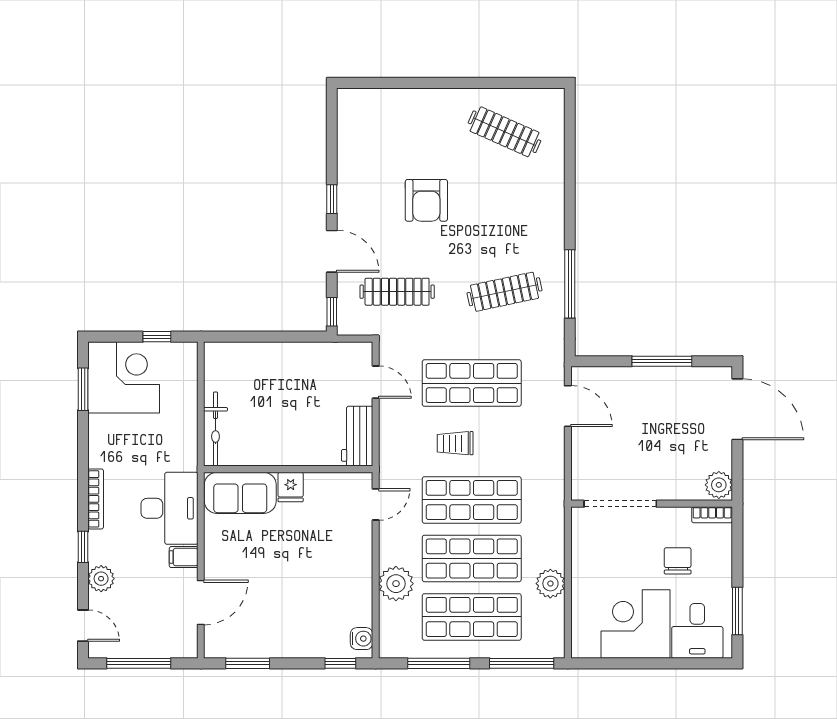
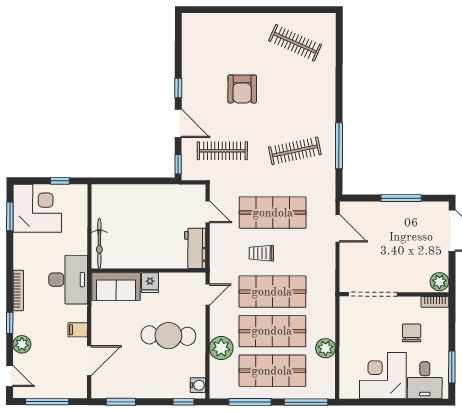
desk: (169, 508) -> (68, 280), moved
cafe table: (318, 565) -> (168, 336), added

